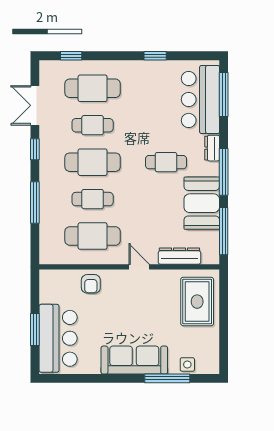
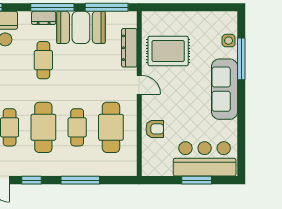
dresser: (212, 148) -> (44, 18), moved
door: (139, 267) -> (139, 85), swing flipped
rug: (197, 302) -> (168, 51), moved

